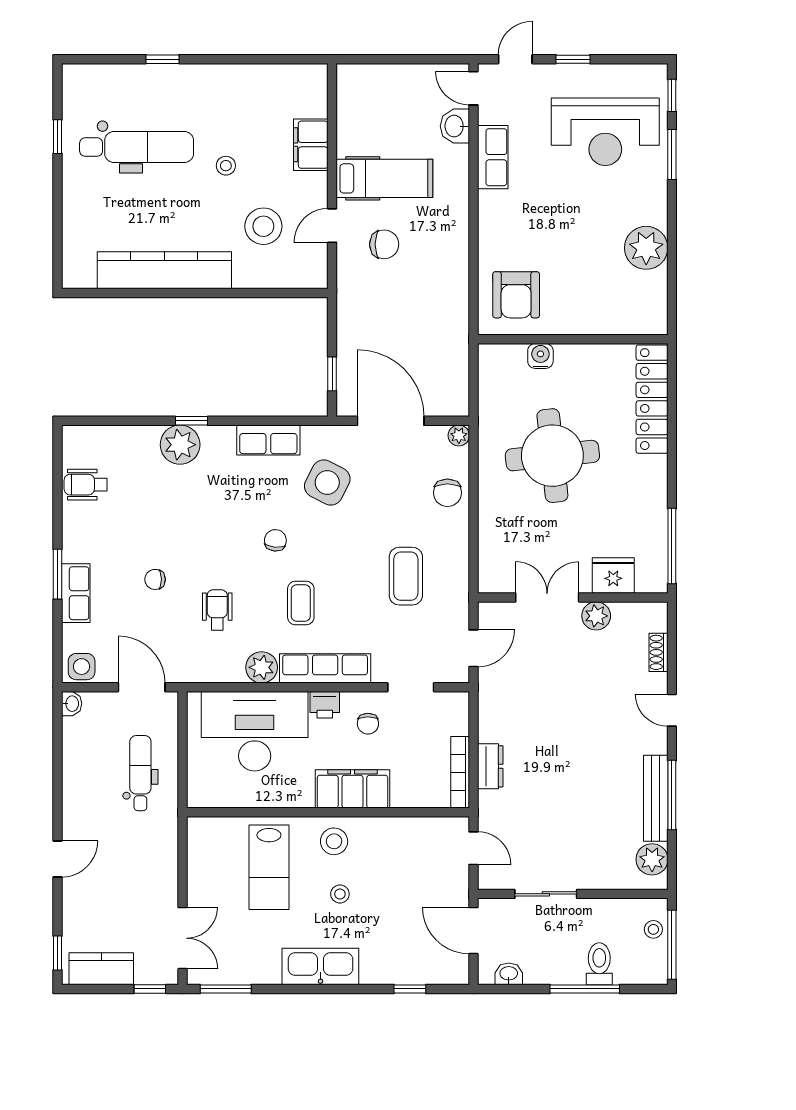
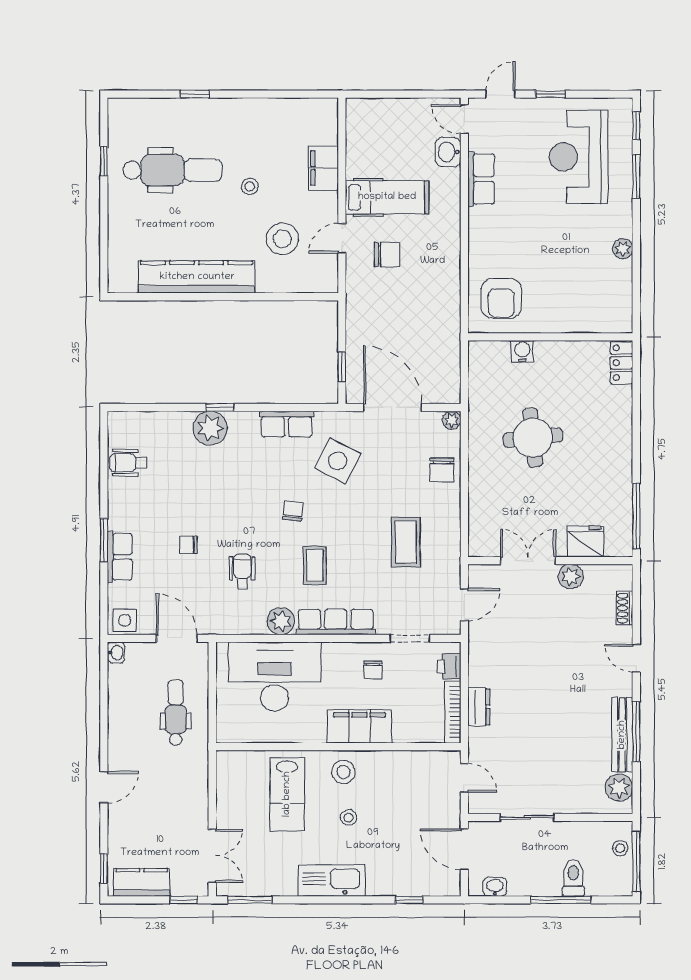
reception desk: (605, 132) -> (579, 157), turned 90
plant: (646, 248) -> (623, 249), width x0.53, depth x0.53
locker: (652, 399) -> (621, 363), width x0.46, depth x0.83
round table: (552, 456) -> (533, 438), width x0.73, depth x0.73
printer: (325, 705) -> (449, 666), moved, turned 90

